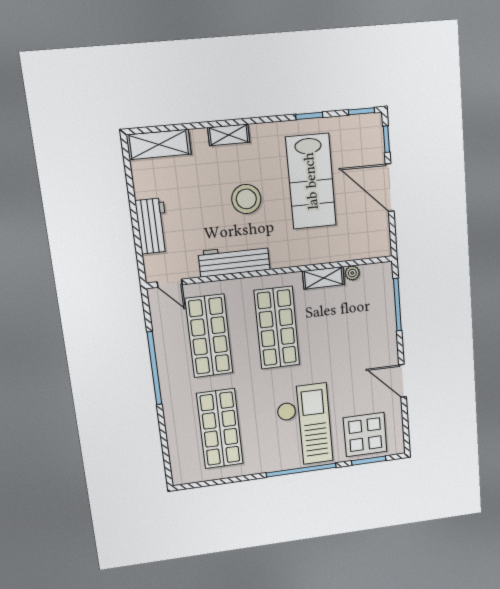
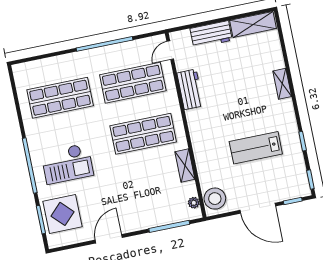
shelving: (159, 144) -> (253, 24), moved, turned 90
lab bench: (311, 181) -> (256, 148), width x0.73, depth x0.72
door: (390, 188) -> (258, 208), swing flipped
stool: (246, 199) -> (215, 199), moved
workbench: (234, 261) -> (190, 89), width x0.73
plant: (352, 273) -> (194, 203), moved
checkout: (304, 425) -> (67, 164), width x0.73, depth x0.83

